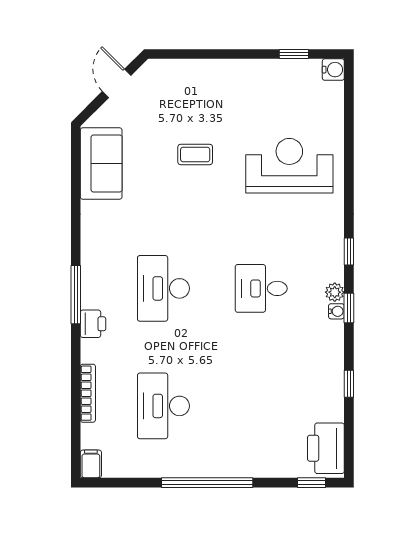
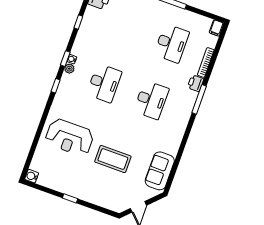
window: (294, 54) -> (70, 198), moved
coffee table: (195, 154) -> (113, 159), width x1.86, depth x1.72
desk: (261, 288) -> (104, 83), width x1.37
window: (76, 295) -> (199, 99), moved
printer: (93, 324) -> (196, 83), moved

